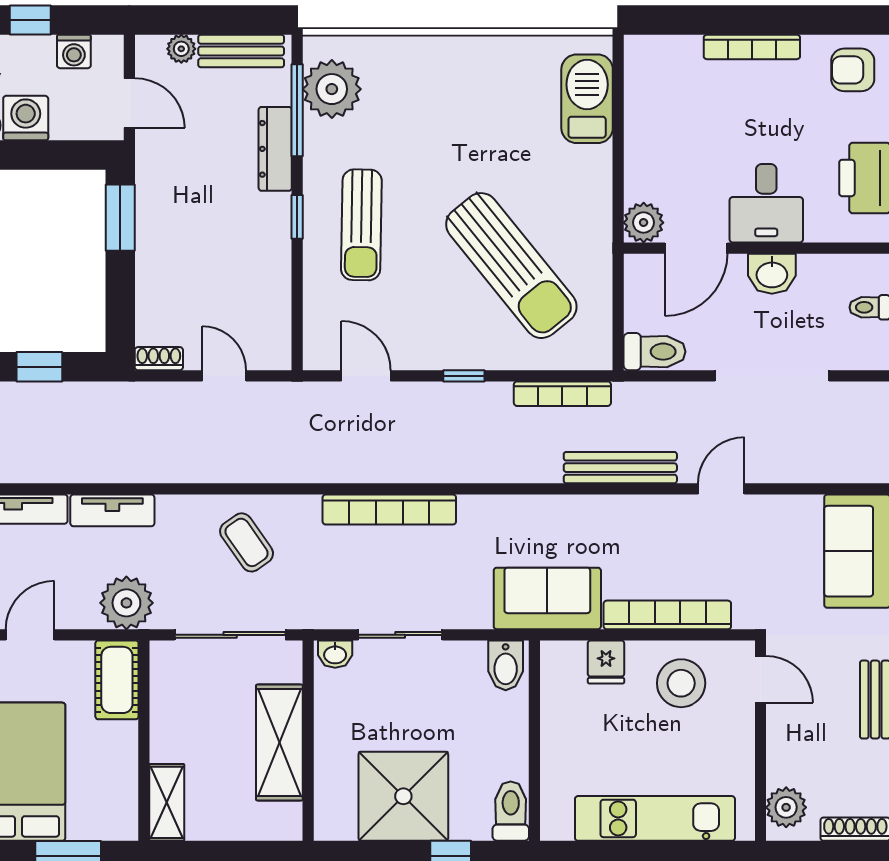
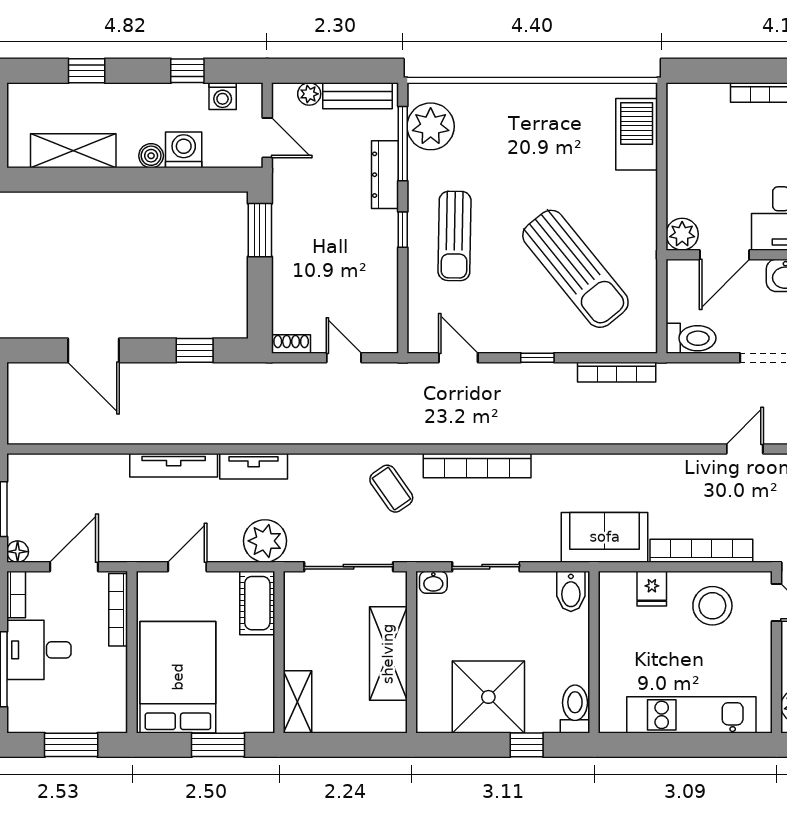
bench: (620, 468) -> (663, 432), removed
coffee table: (247, 542) -> (391, 489), moved

